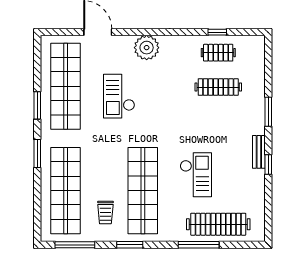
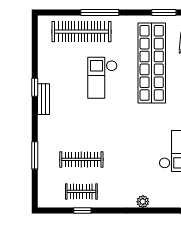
plant: (147, 48) -> (143, 202), width x0.53, depth x0.53
window: (268, 112) -> (35, 155), moved

